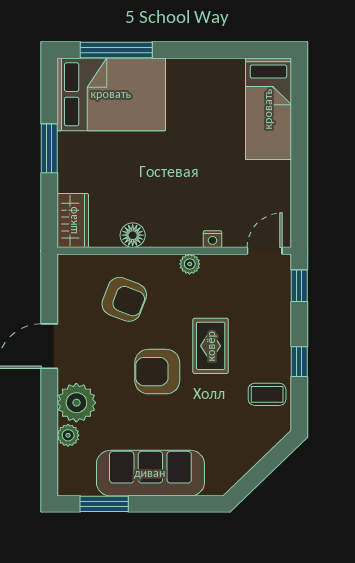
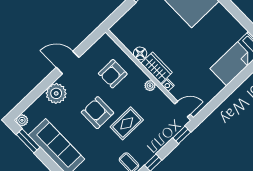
wardrobe: (73, 220) -> (157, 68), moved, turned -90
armchair: (124, 299) -> (113, 74), turned 69
plant: (68, 435) -> (22, 120), moved

